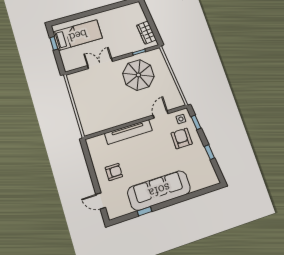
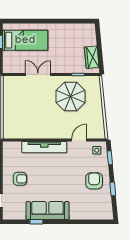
armchair: (182, 138) -> (94, 181), moved
sofa: (159, 190) -> (48, 210), width x0.74, depth x0.79

